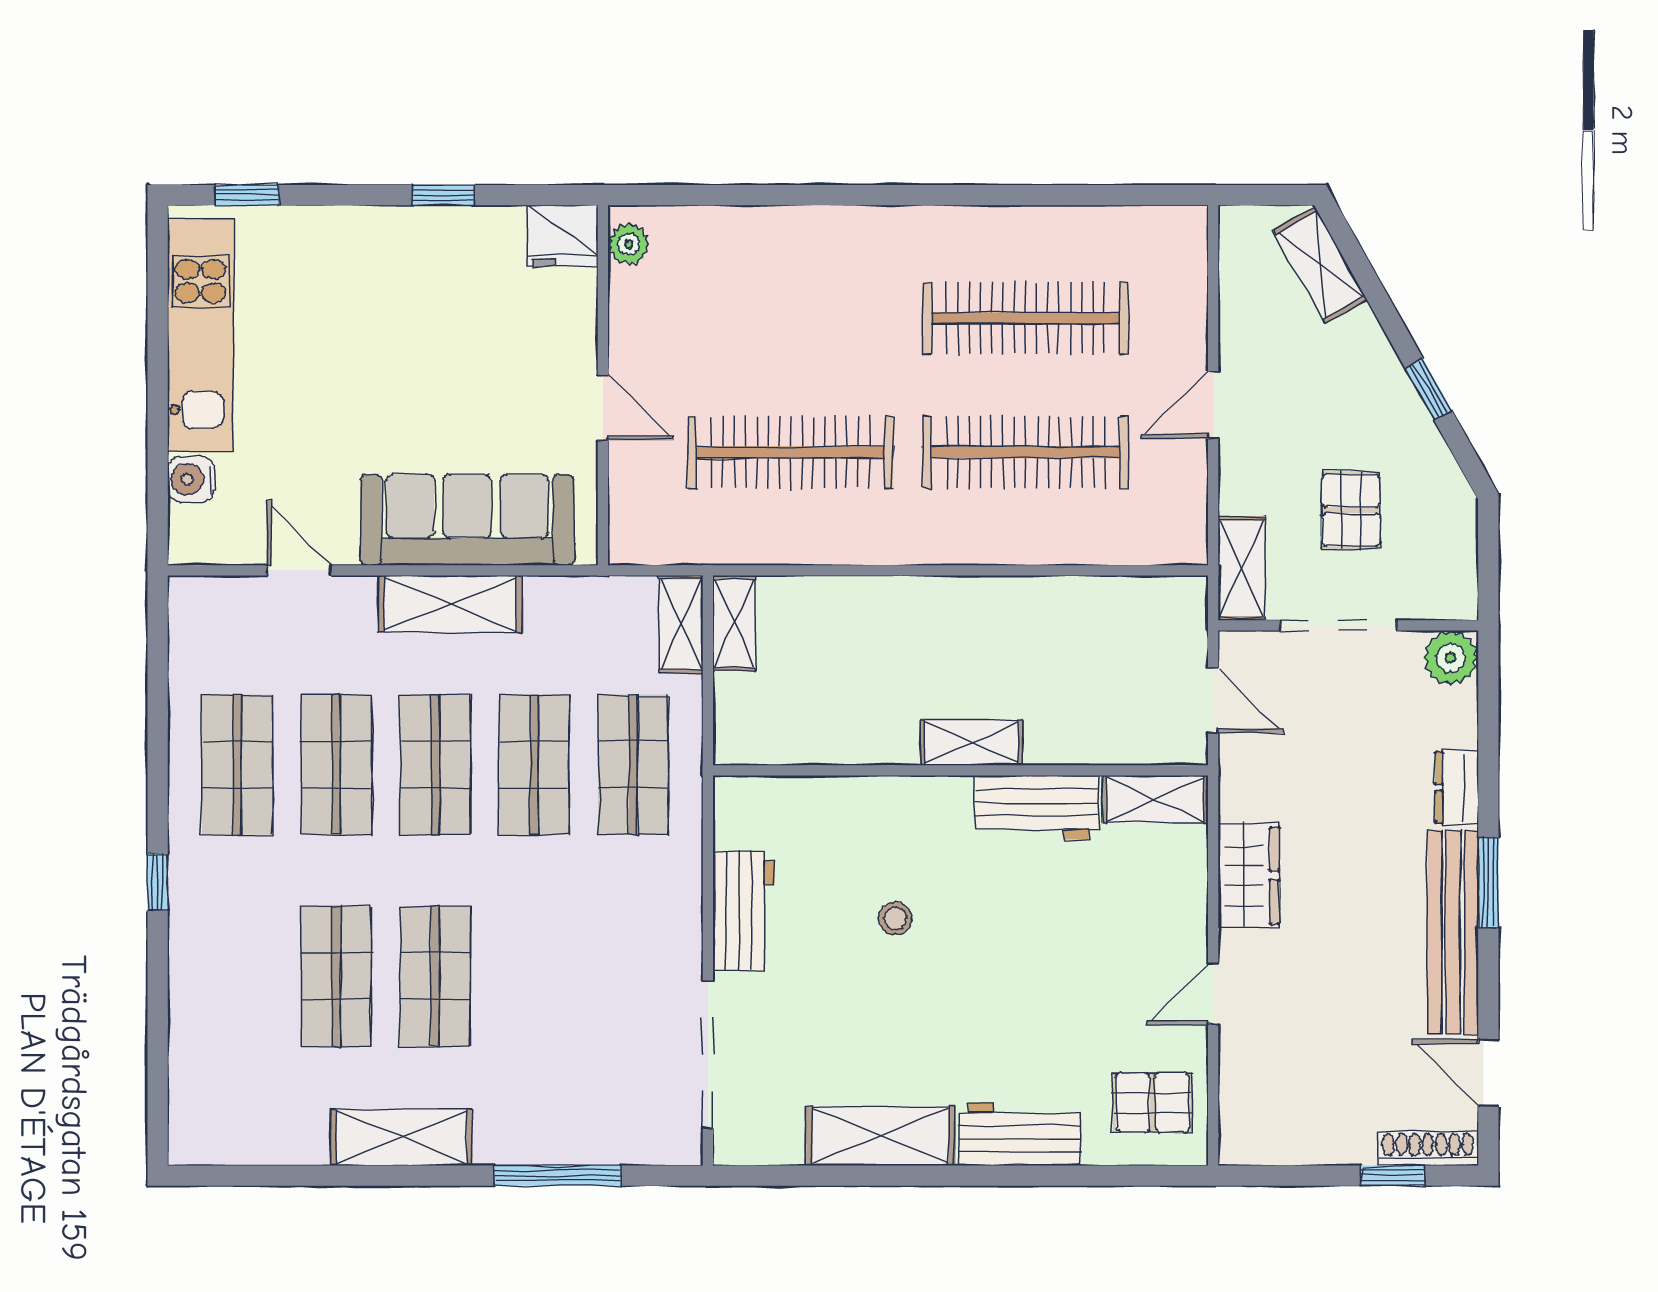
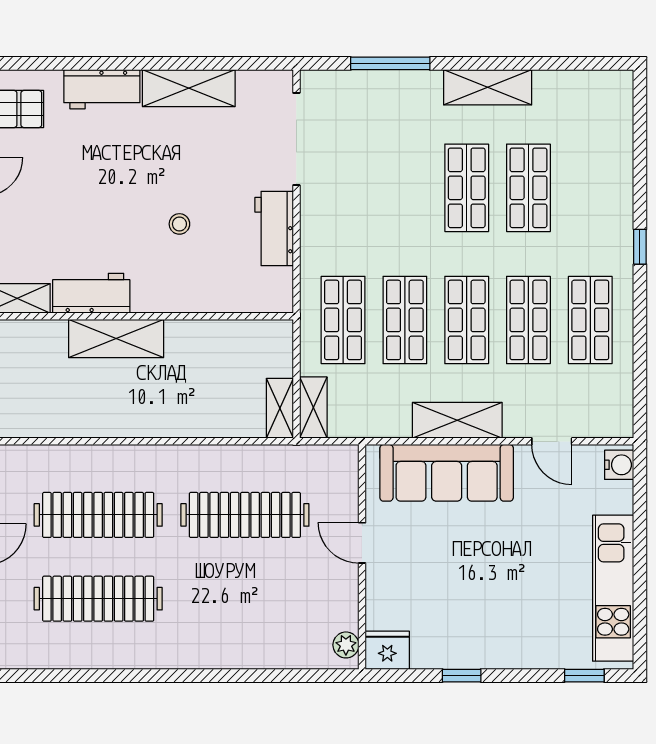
water cooler: (191, 479) -> (619, 465), moved
shelving: (972, 743) -> (116, 338), width x1.50, depth x1.33

